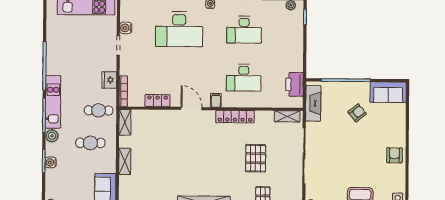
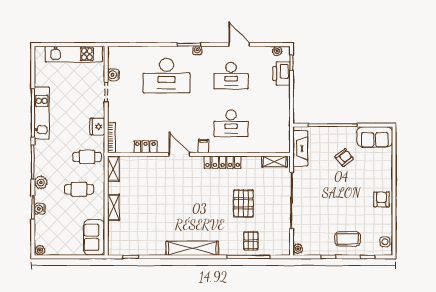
printer: (294, 84) -> (281, 74), moved
kitchen unit: (53, 102) -> (42, 113), moved

